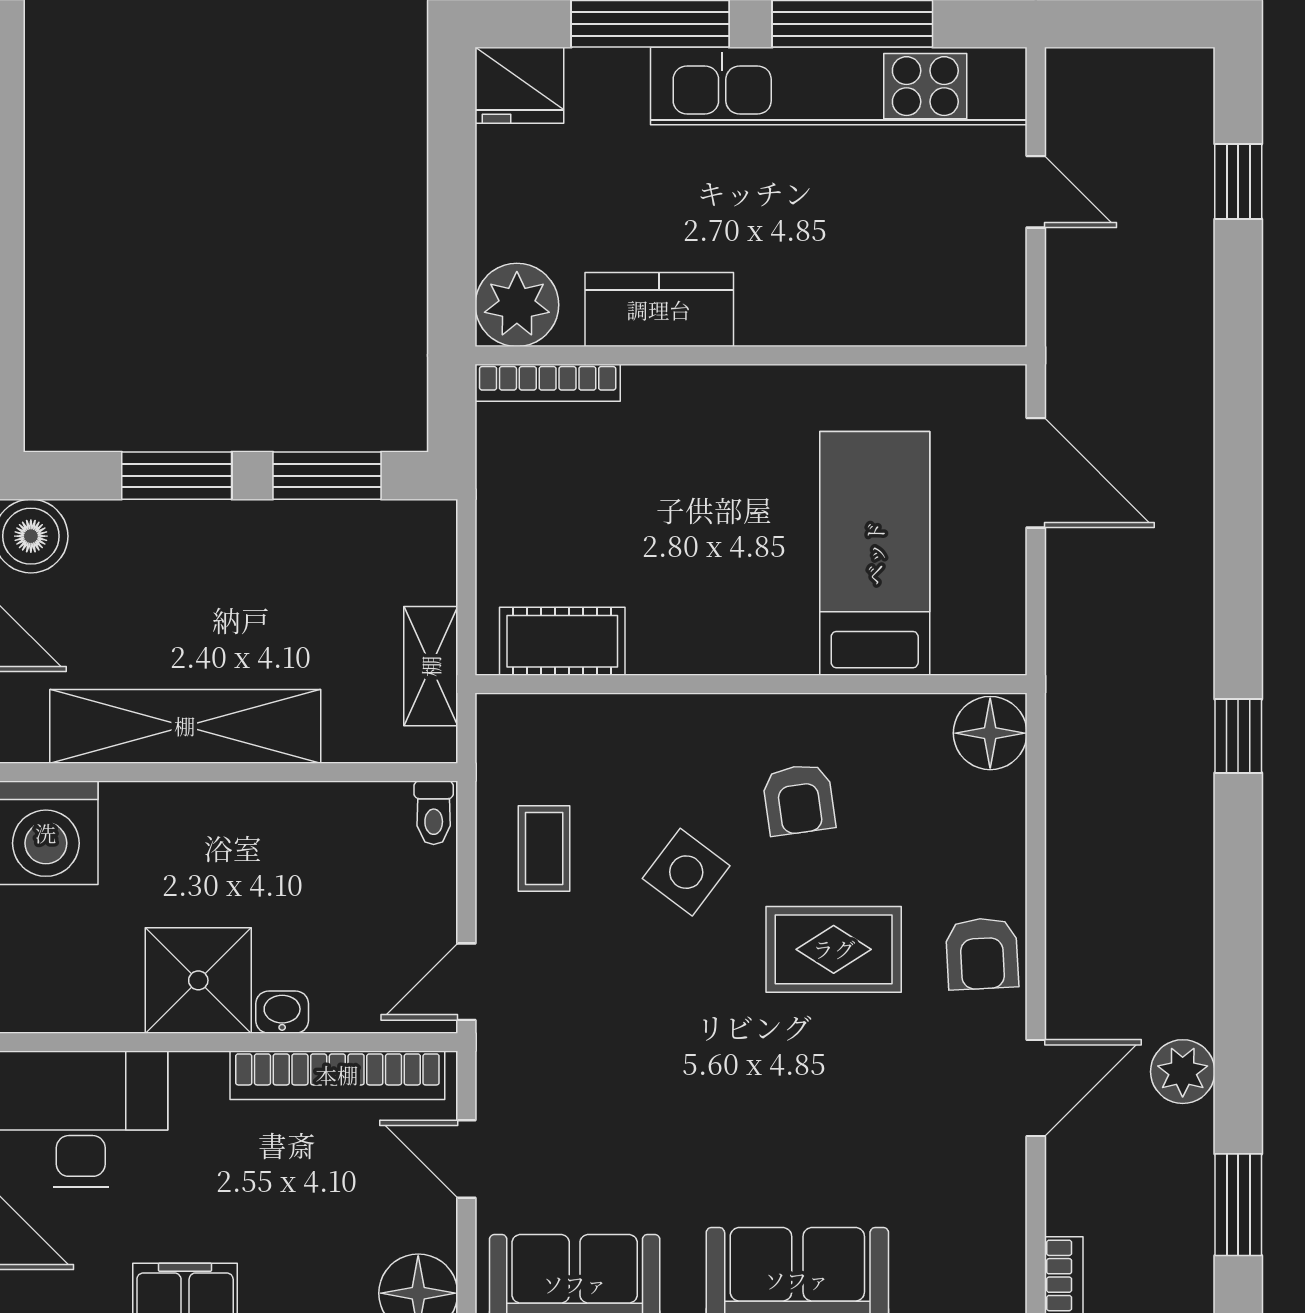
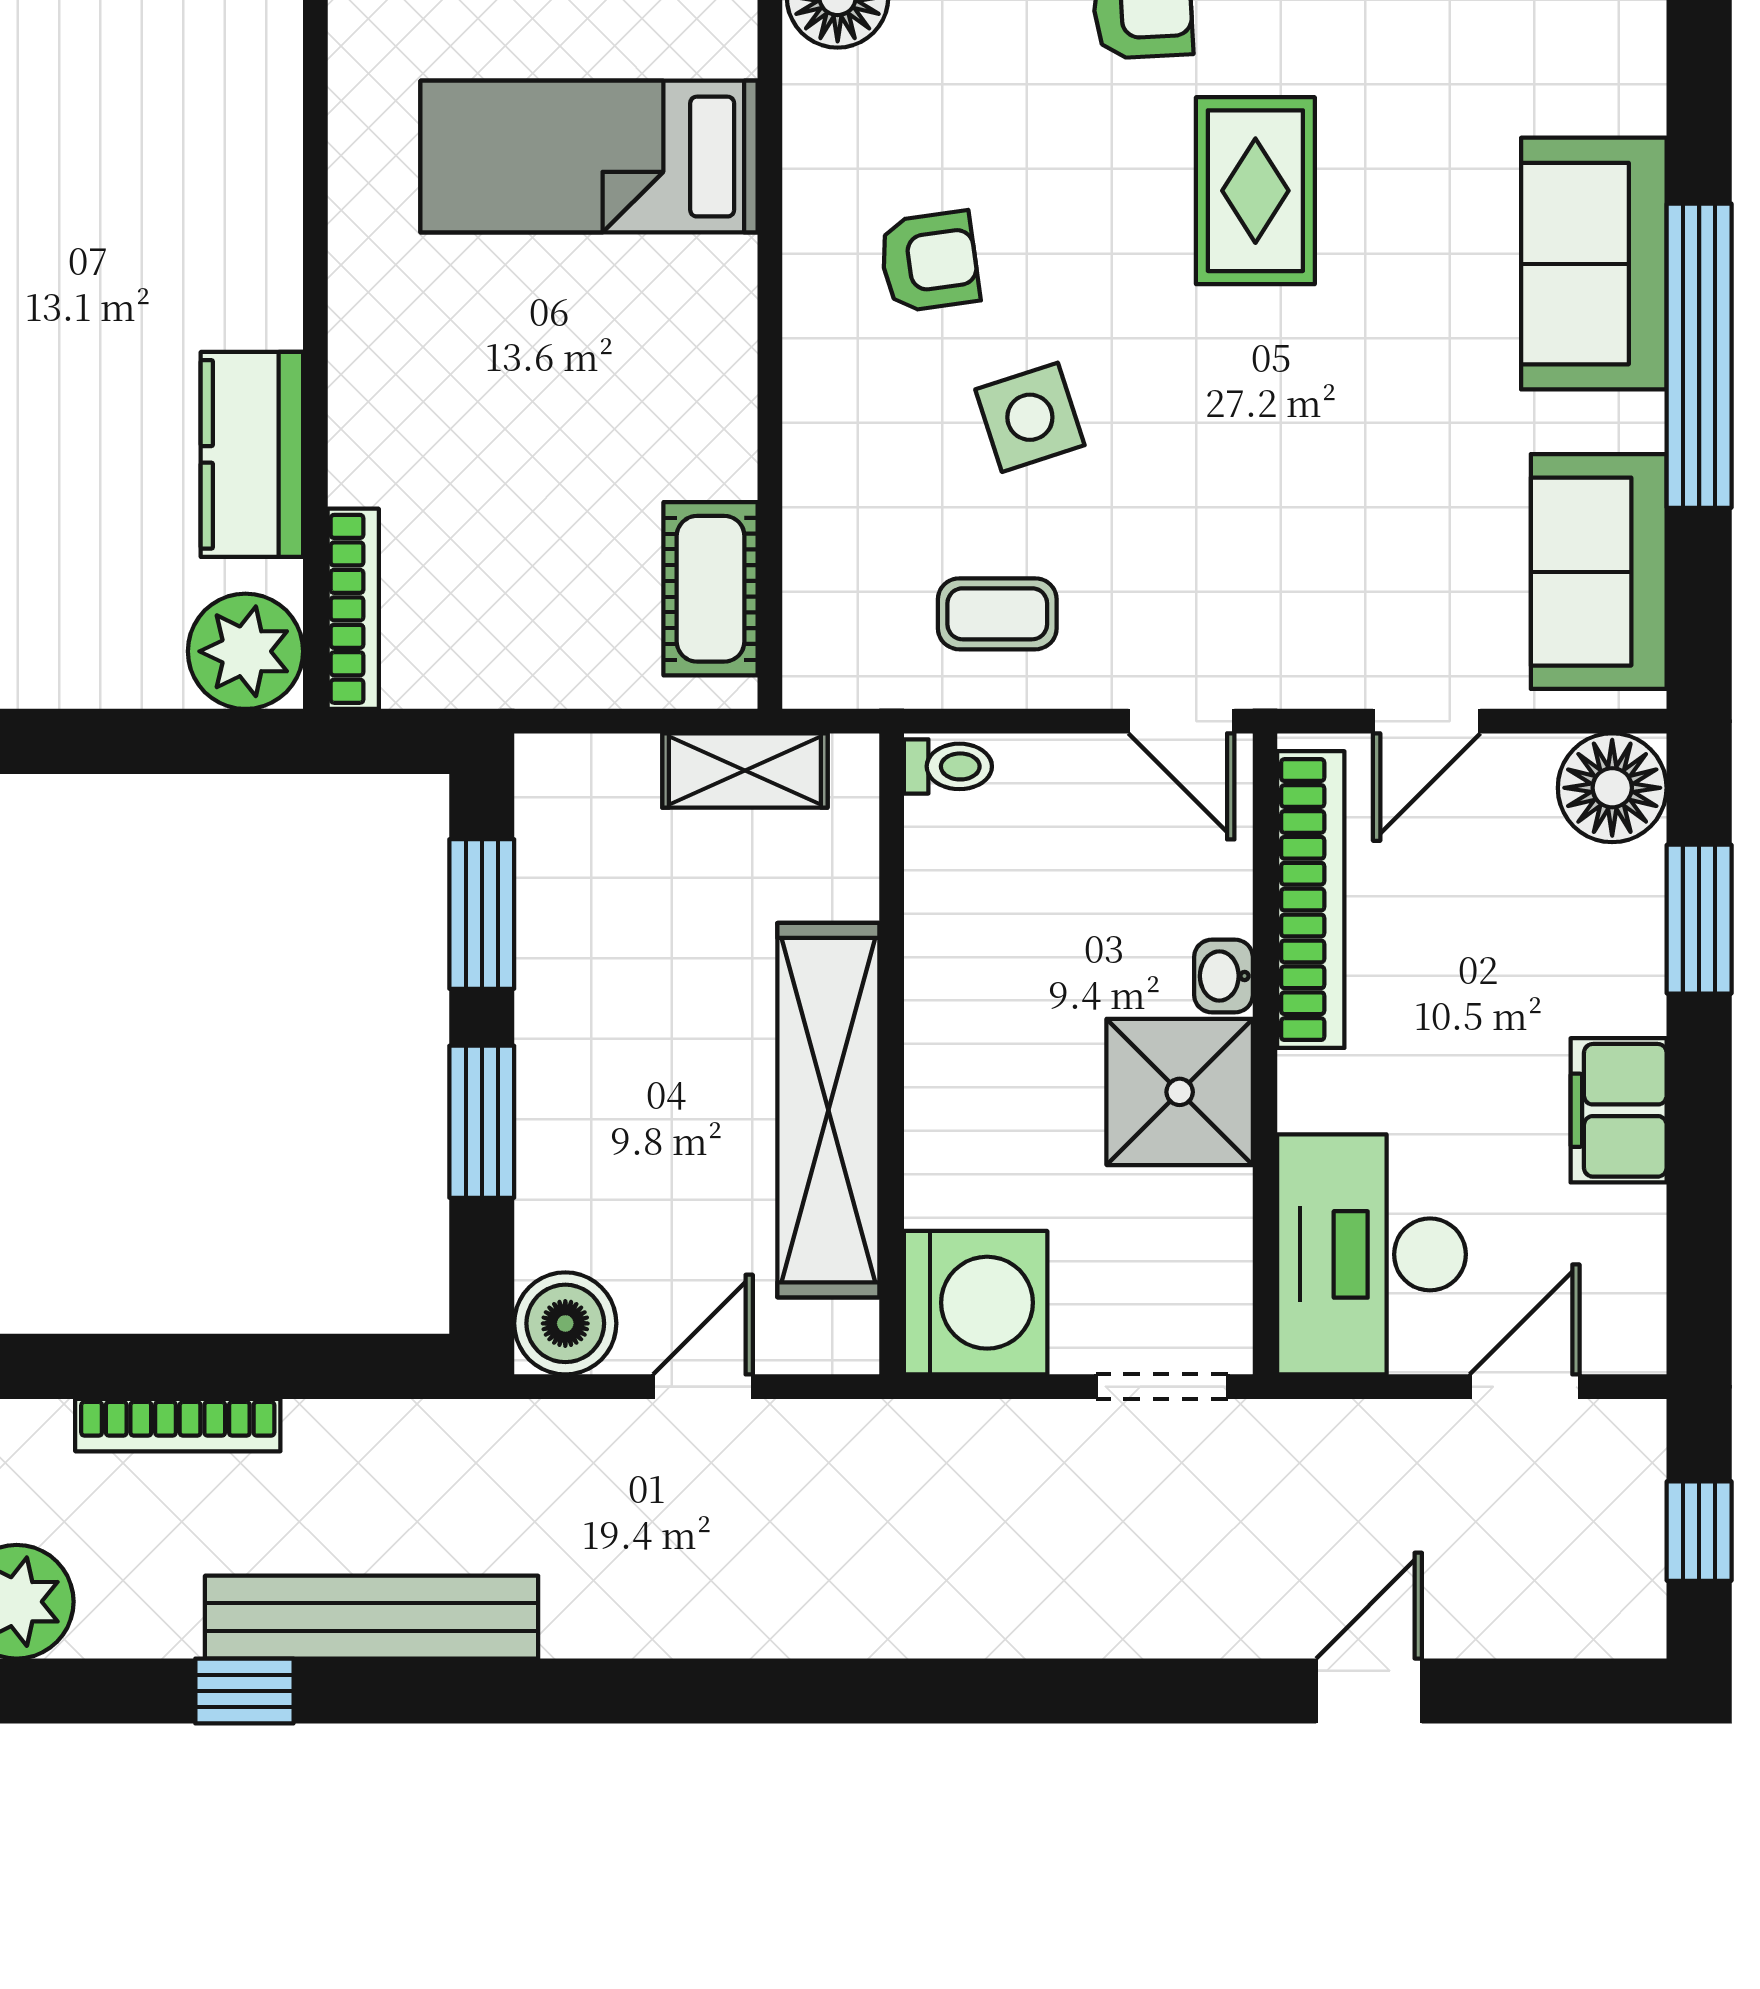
side table: (686, 872) -> (1030, 417), turned 35
rug: (834, 949) -> (1255, 191), moved

